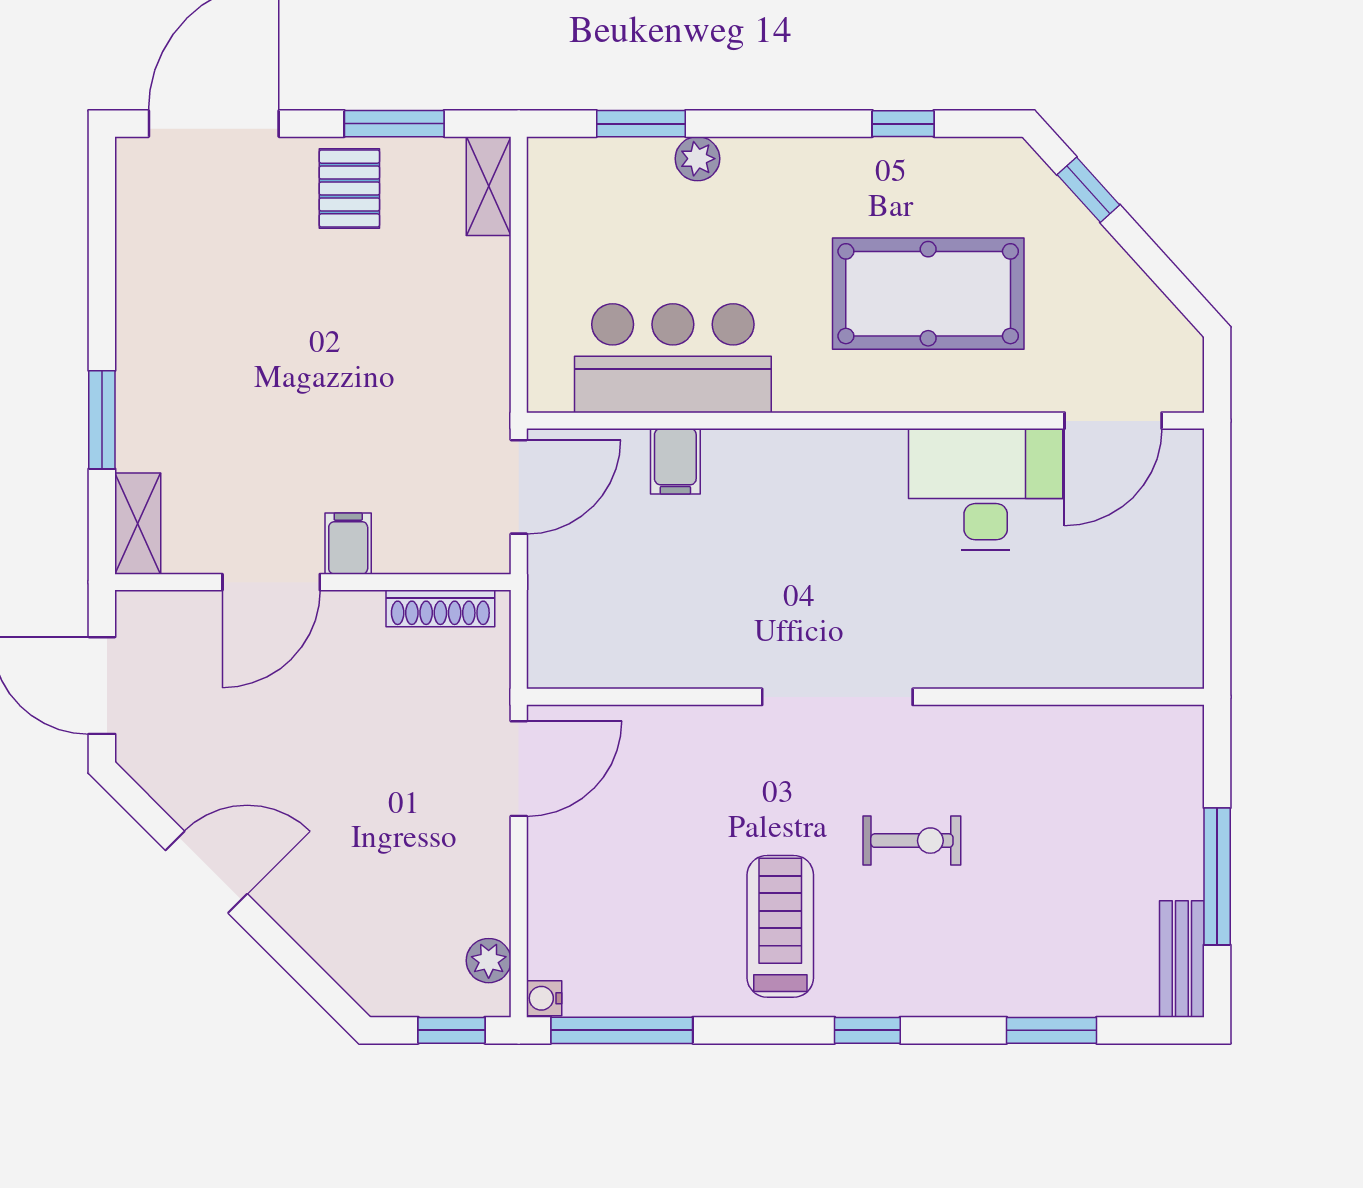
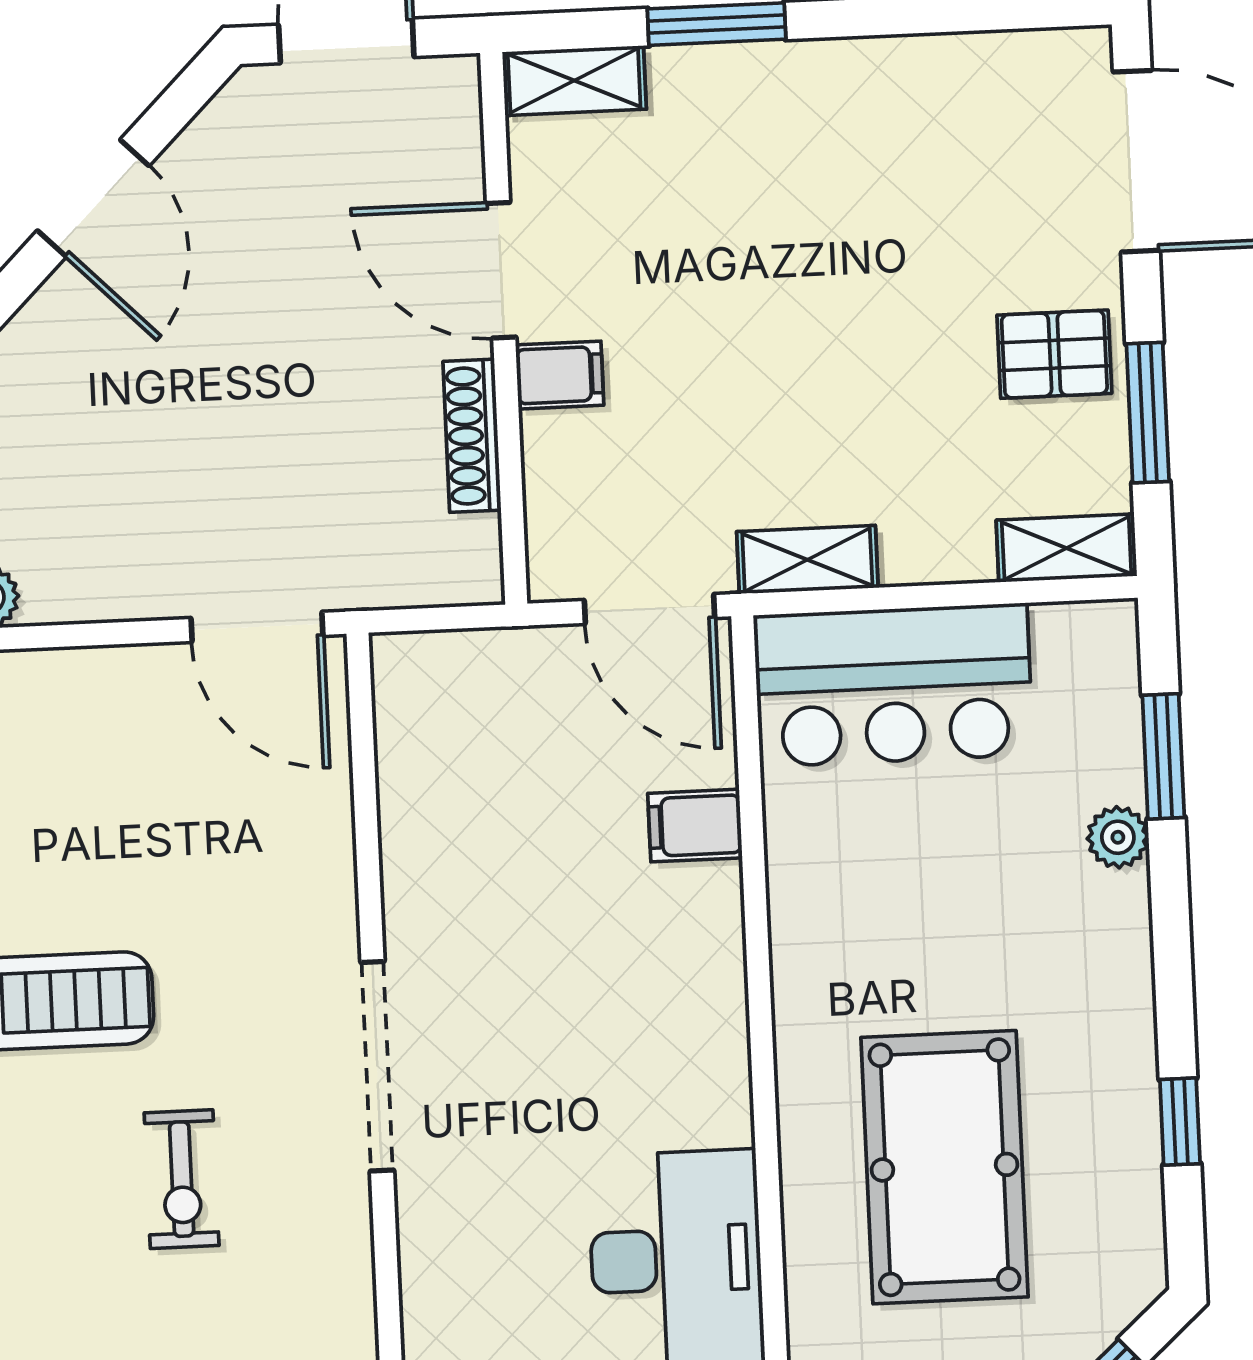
bar counter: (673, 358) -> (893, 685), moved, turned 90
shelving: (489, 372) -> (807, 560), added
shoe rack: (440, 608) -> (472, 436), moved

